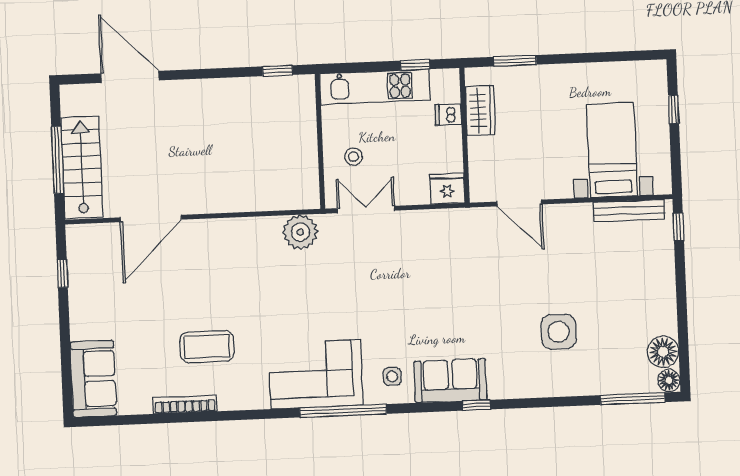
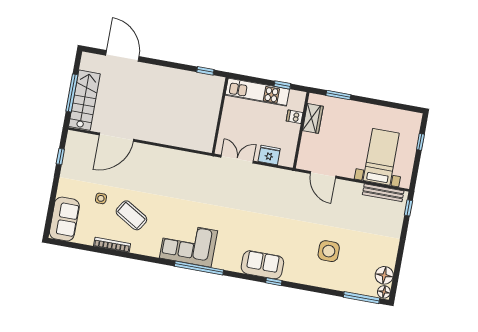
stool: (354, 157) -> (237, 128), removed
fridge: (447, 189) -> (269, 155), moved
plant: (300, 232) -> (198, 163), removed
coffee table: (207, 347) -> (131, 215), turned 31
side table: (392, 376) -> (101, 198), moved

